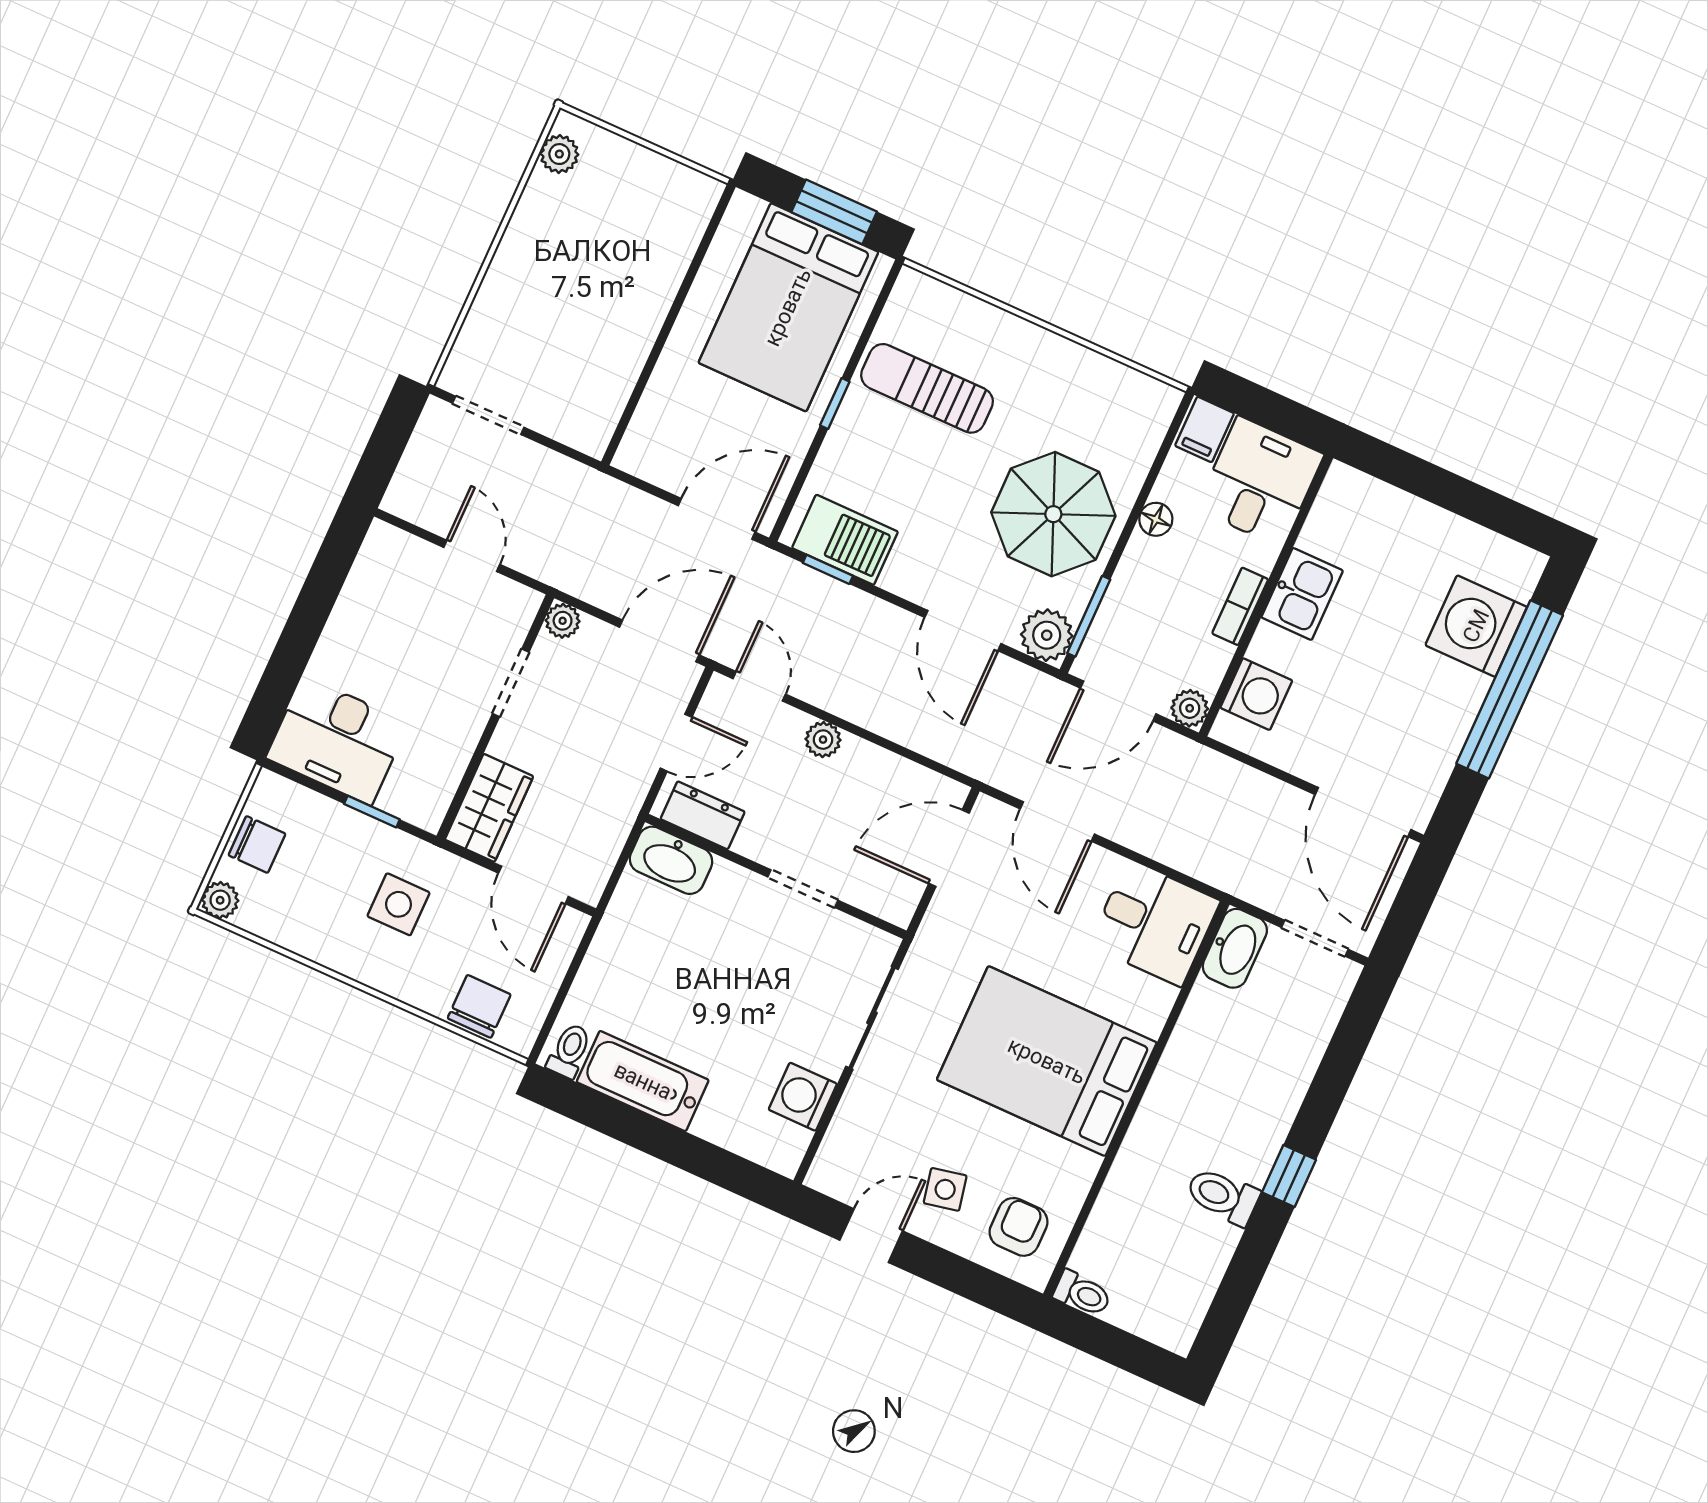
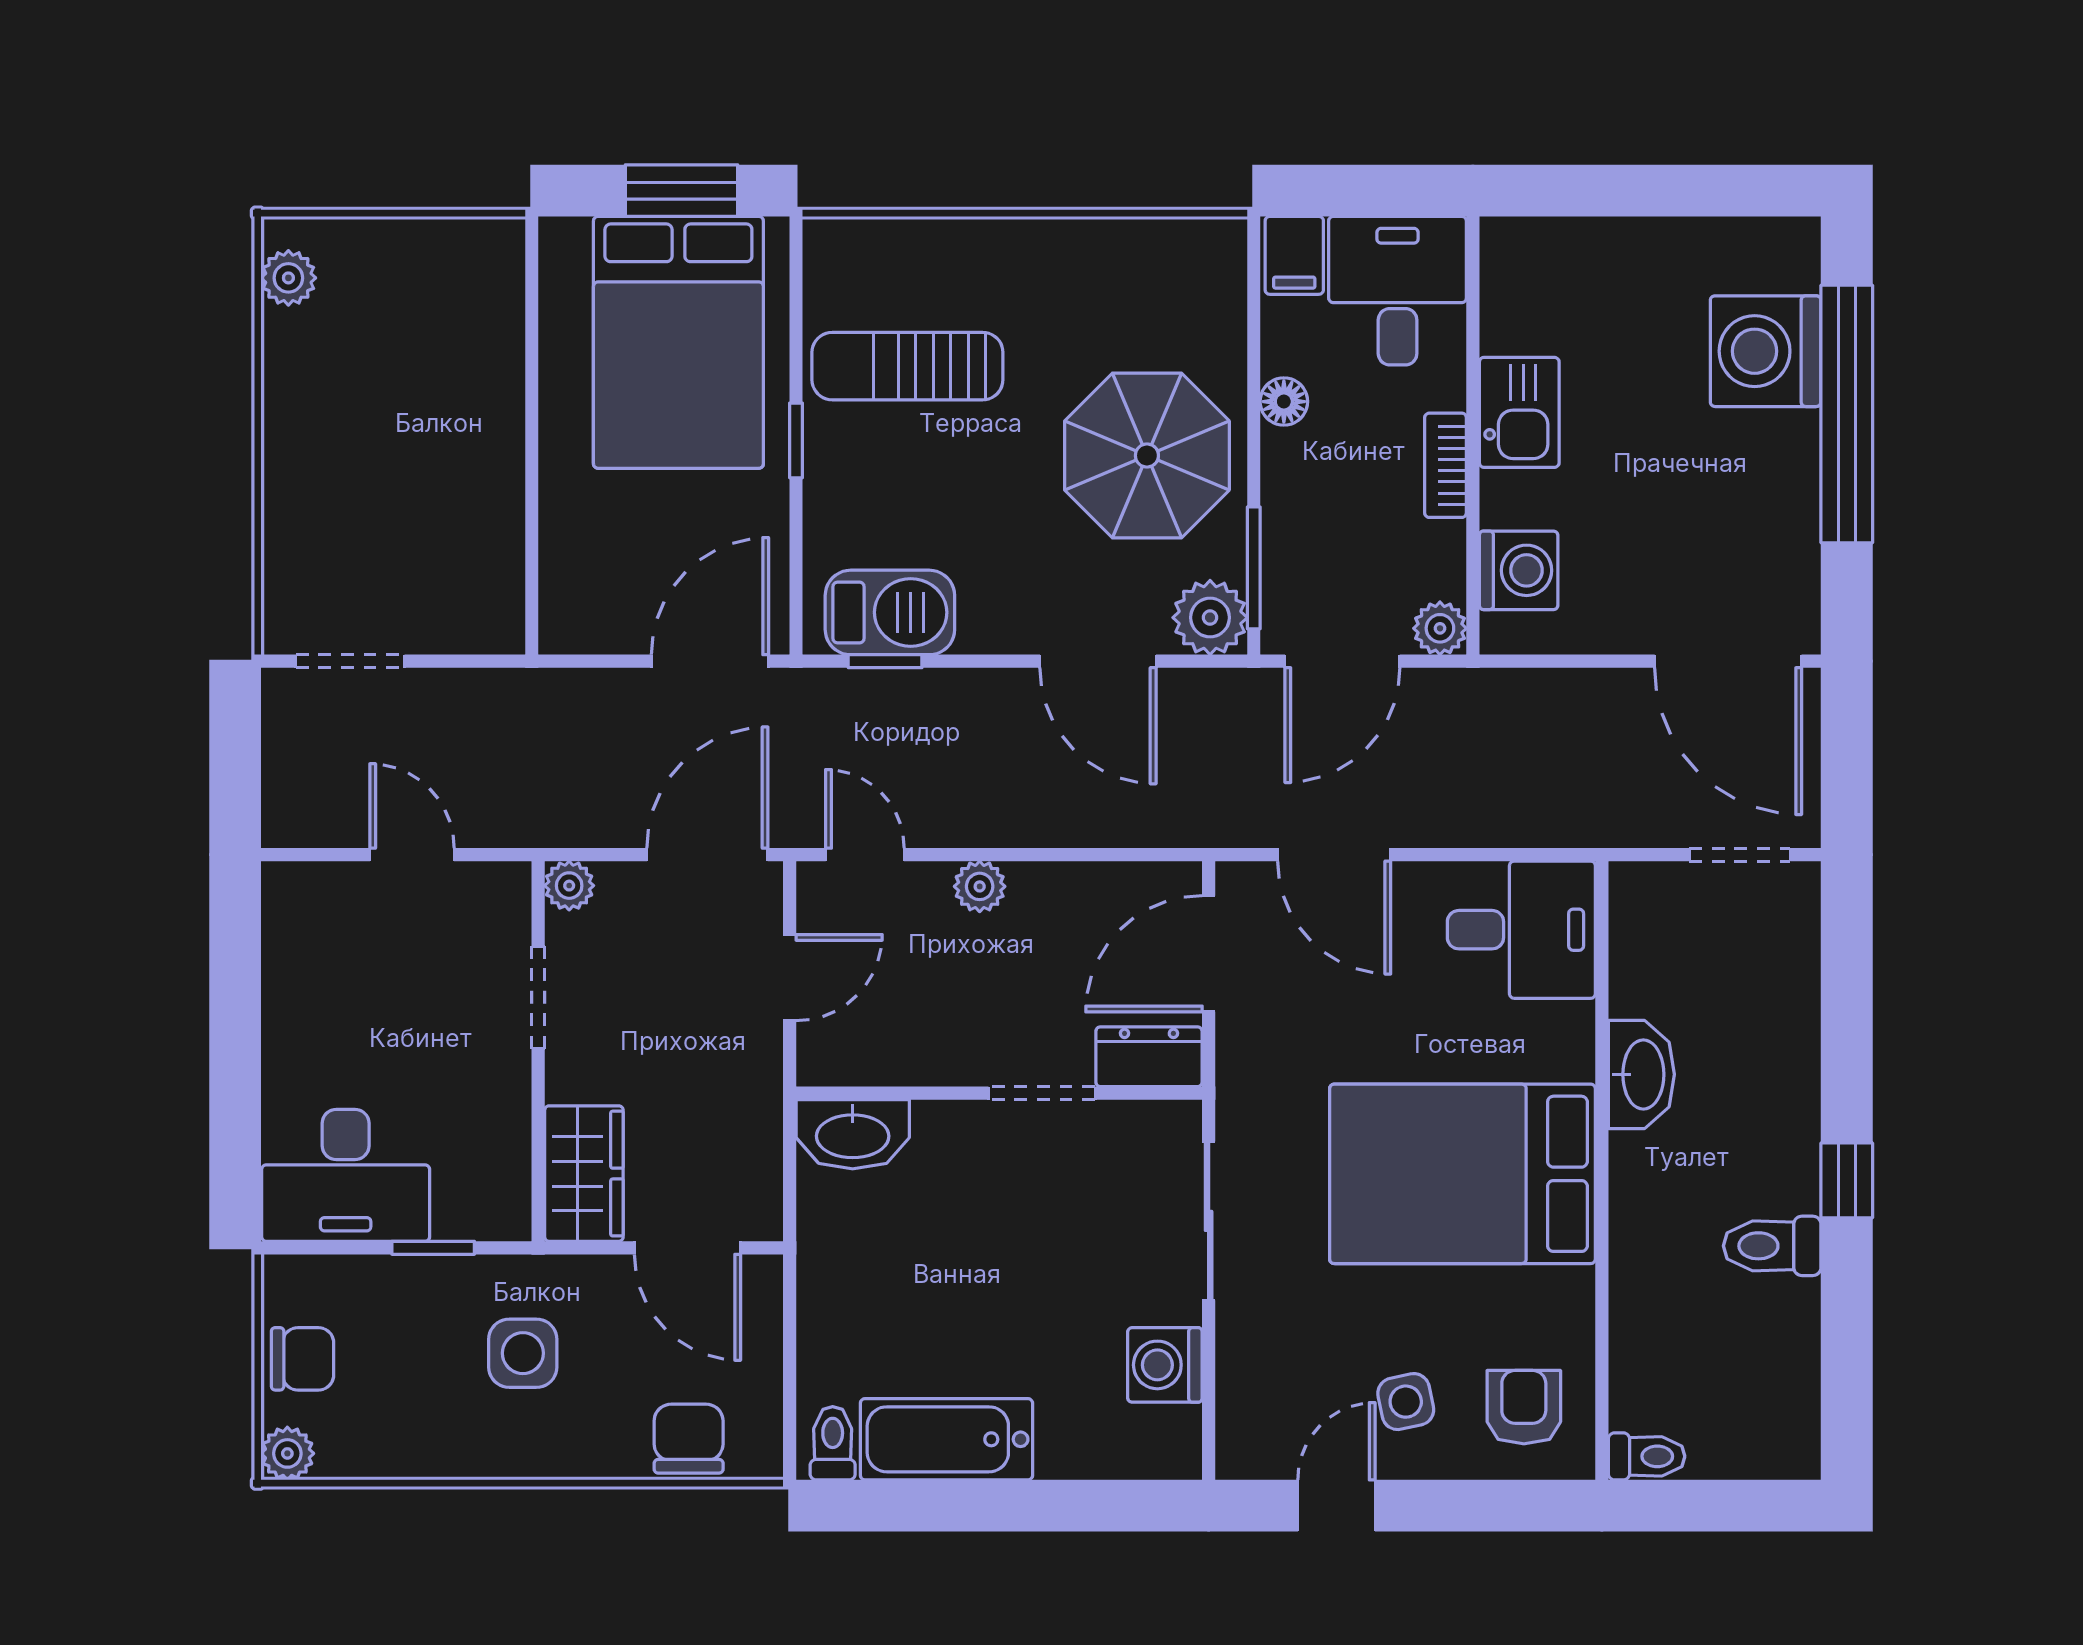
dresser: (703, 815) -> (1149, 1057), moved
washbasin: (1235, 948) -> (1641, 1074), moved

